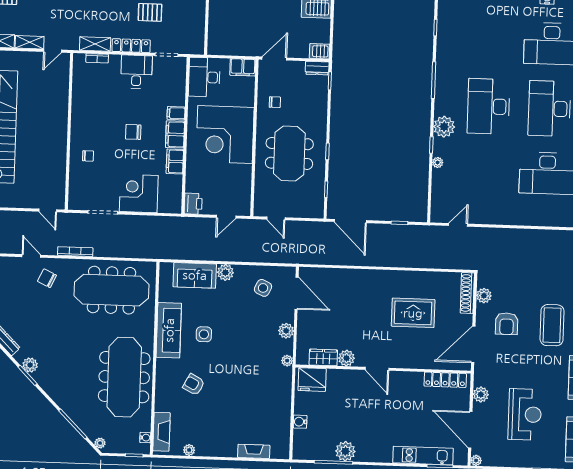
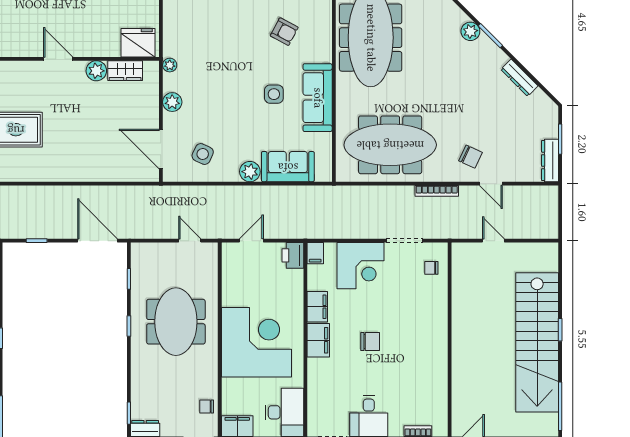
chair: (275, 102) -> (207, 406), moved
filing cabinet: (176, 113) -> (315, 253), moved, turned 90
chair: (88, 156) -> (431, 268), moved
door: (48, 210) -> (493, 241), moved
plant: (30, 365) -> (470, 31), moved

